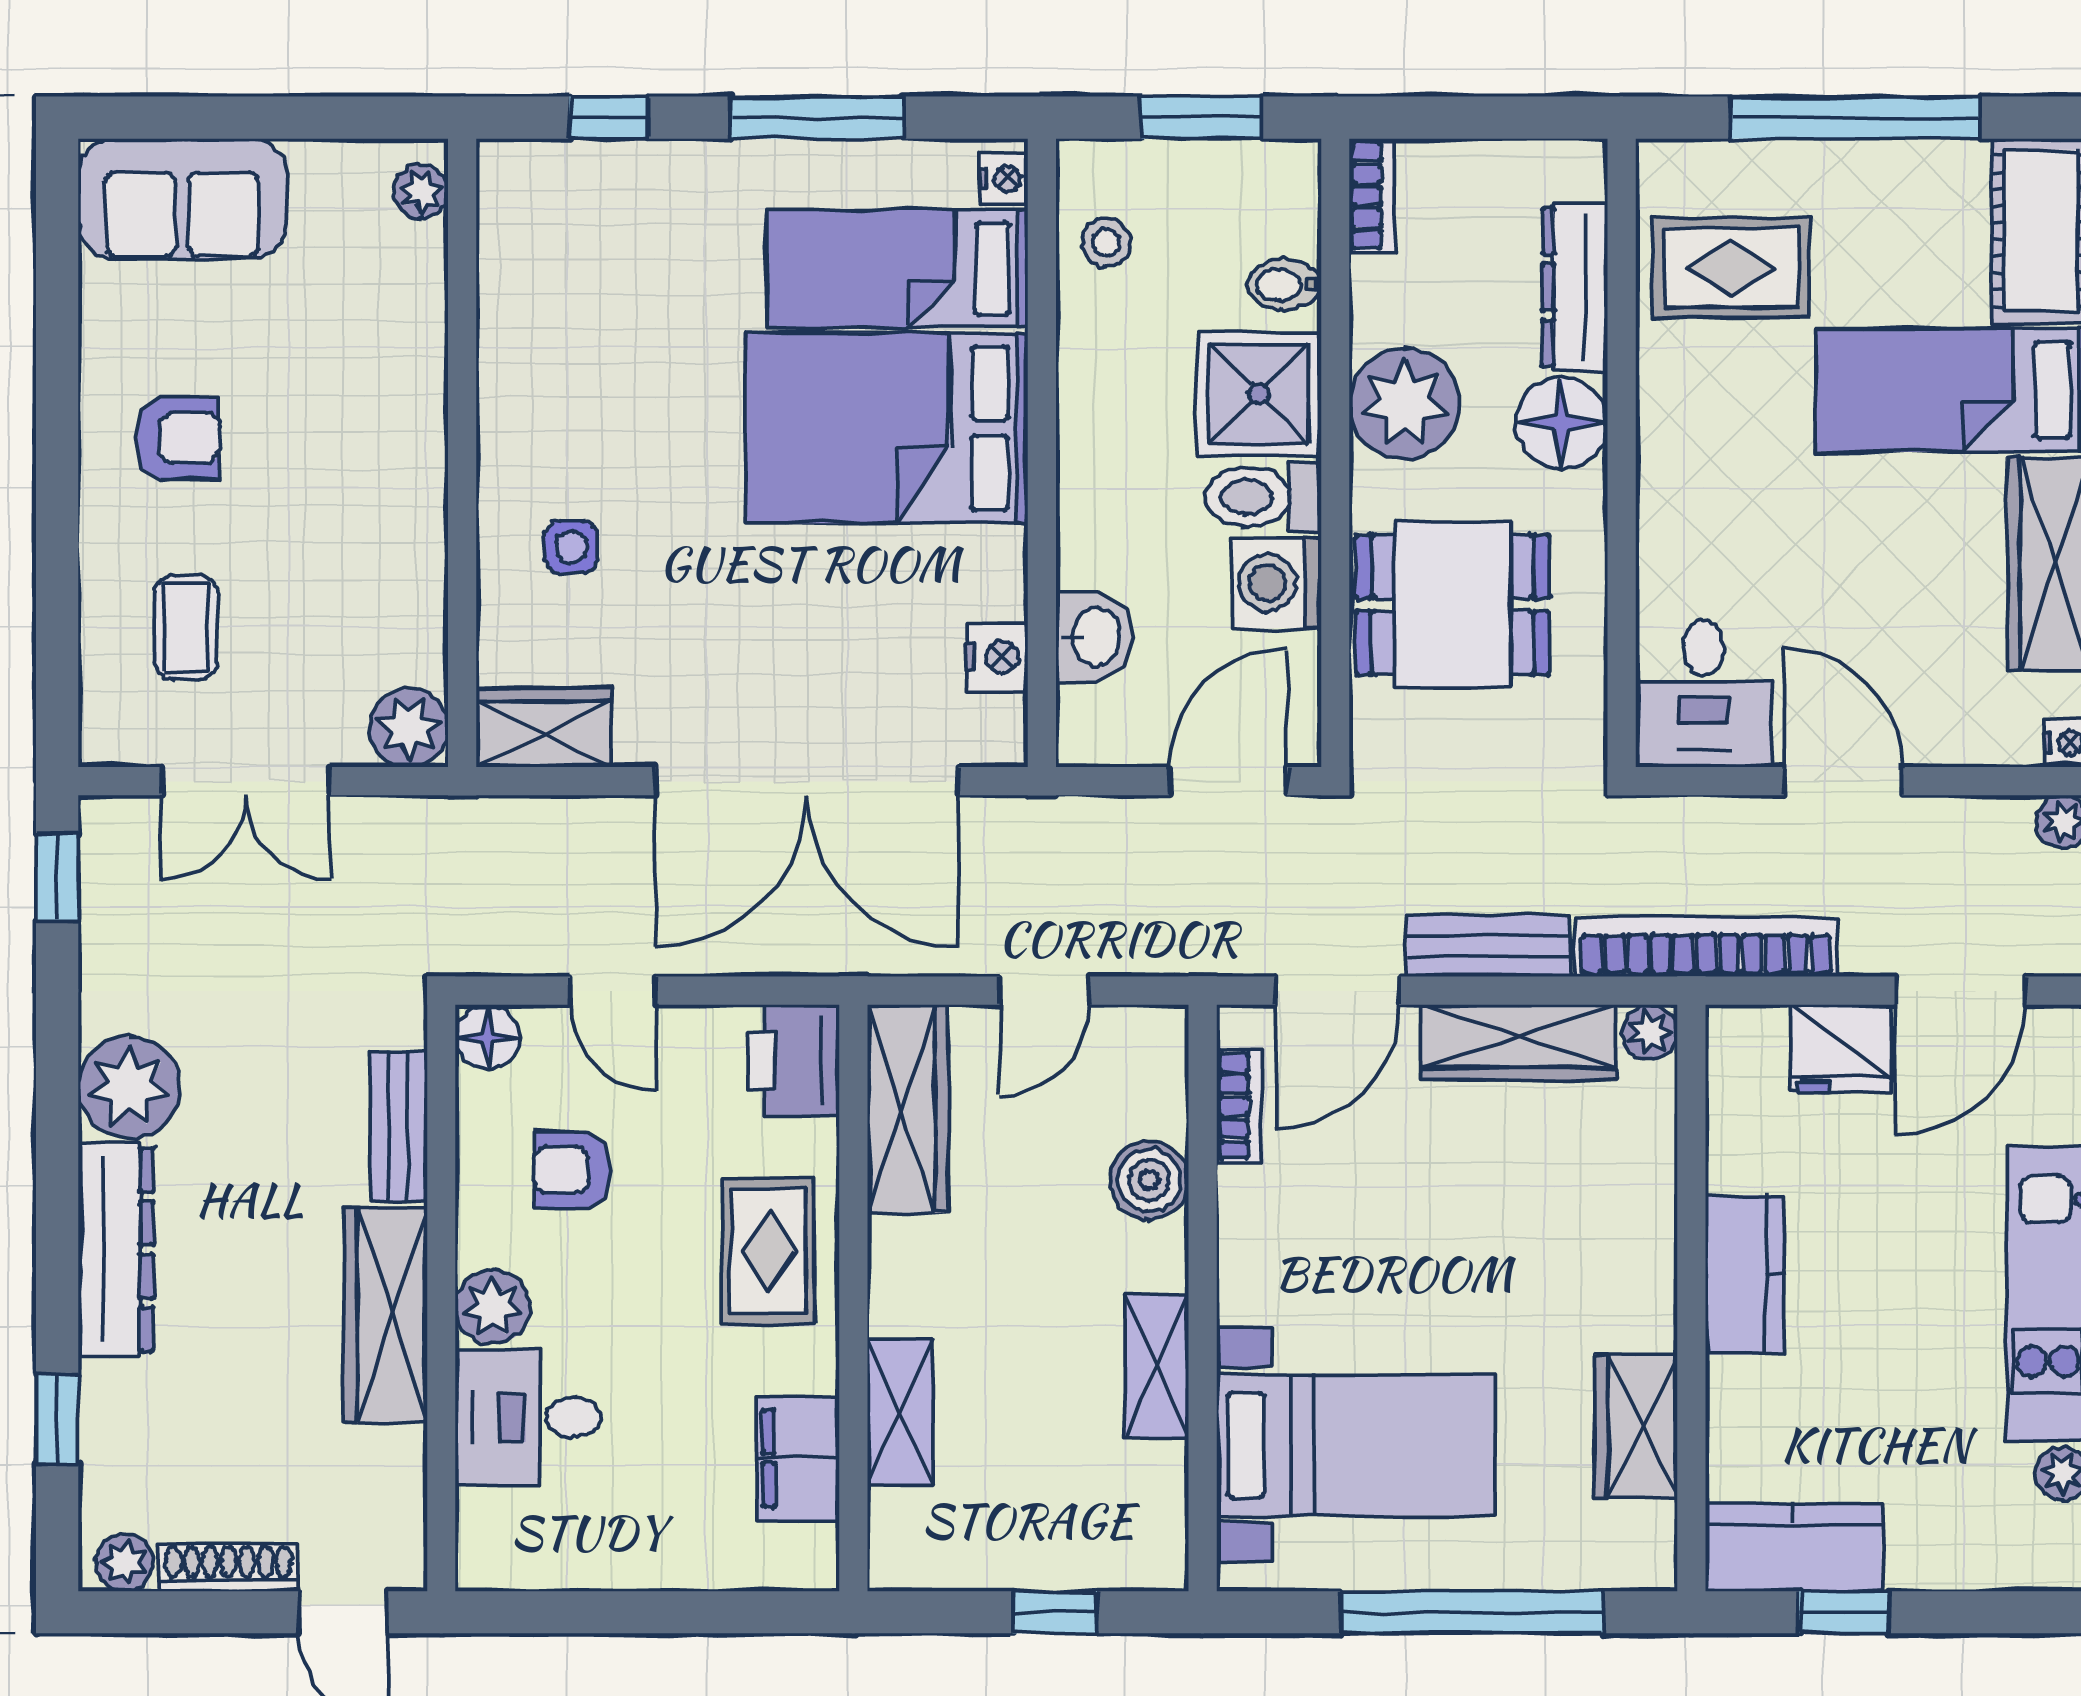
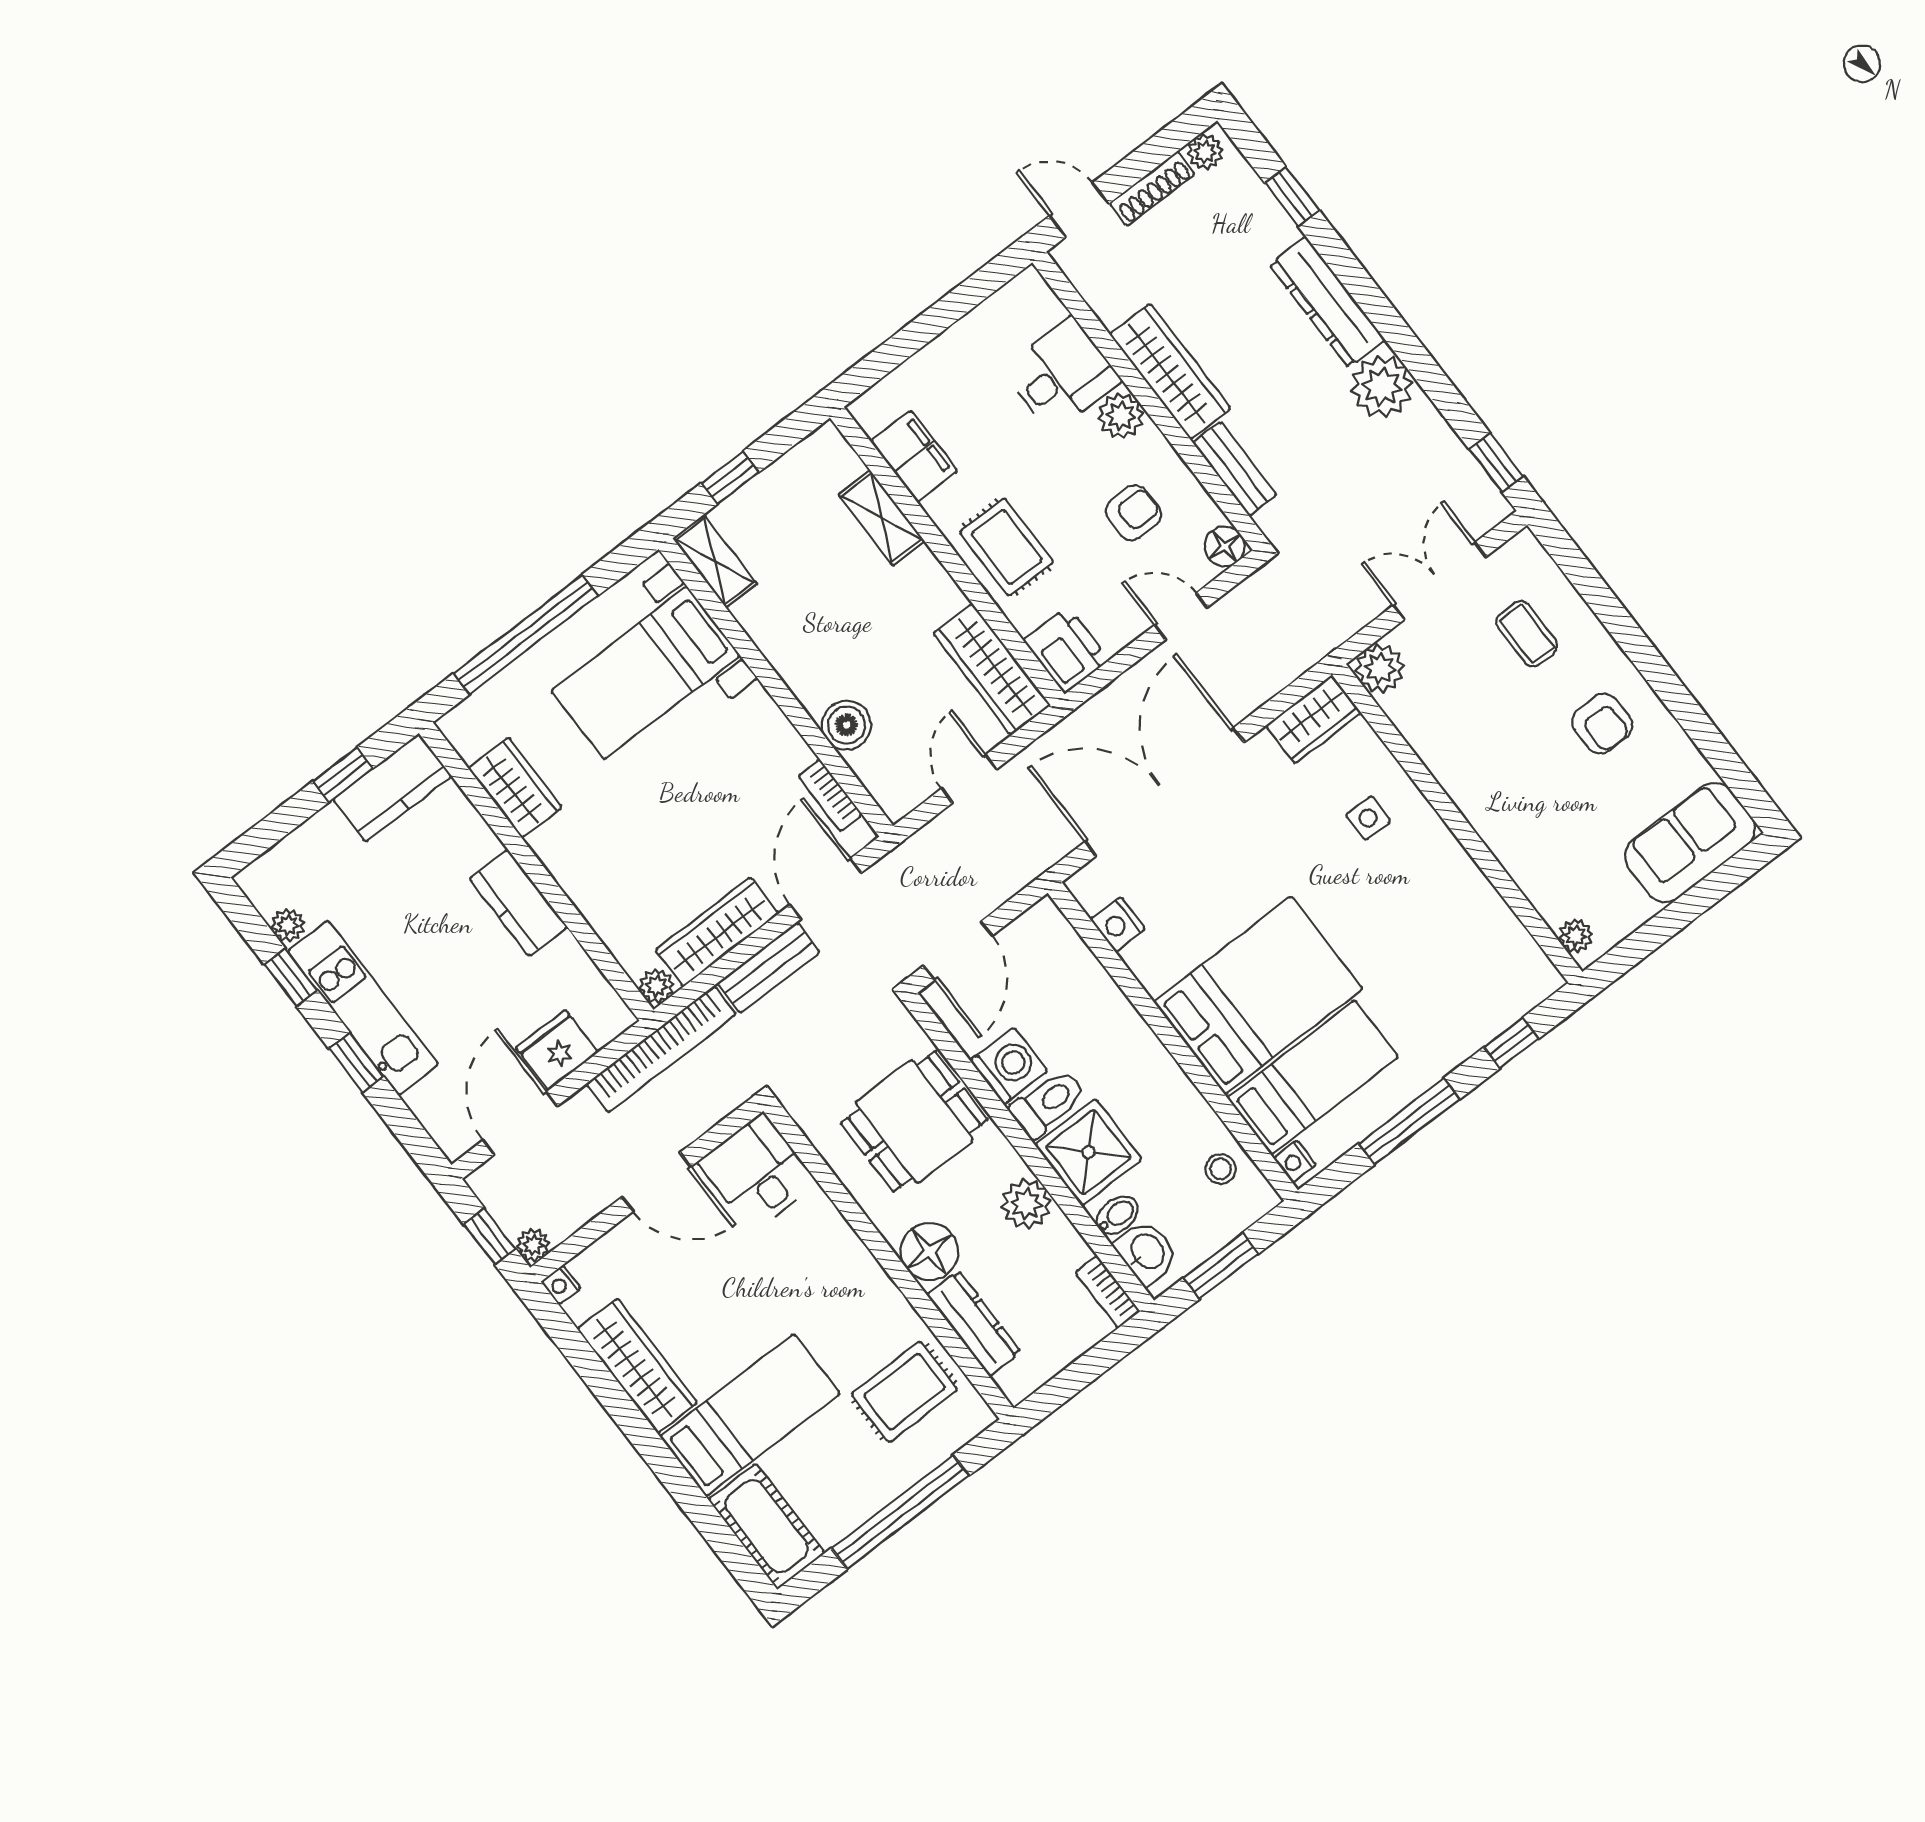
plant: (1405, 404) -> (1026, 1204), width x0.73, depth x0.73
armchair: (178, 438) -> (1602, 723), turned -90
washbasin: (1094, 637) -> (1147, 1252), moved, turned 180
shelving: (1157, 1366) -> (715, 561), moved

